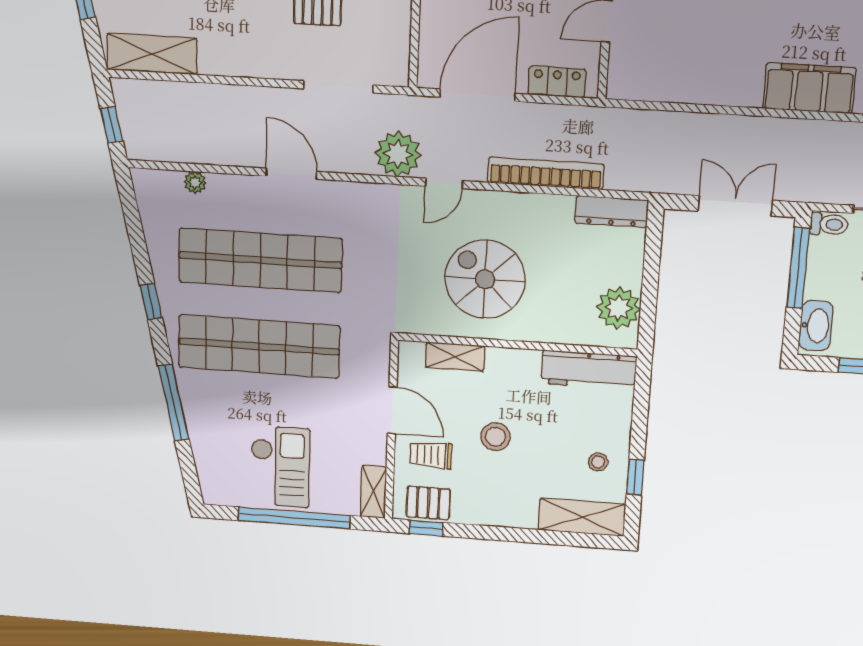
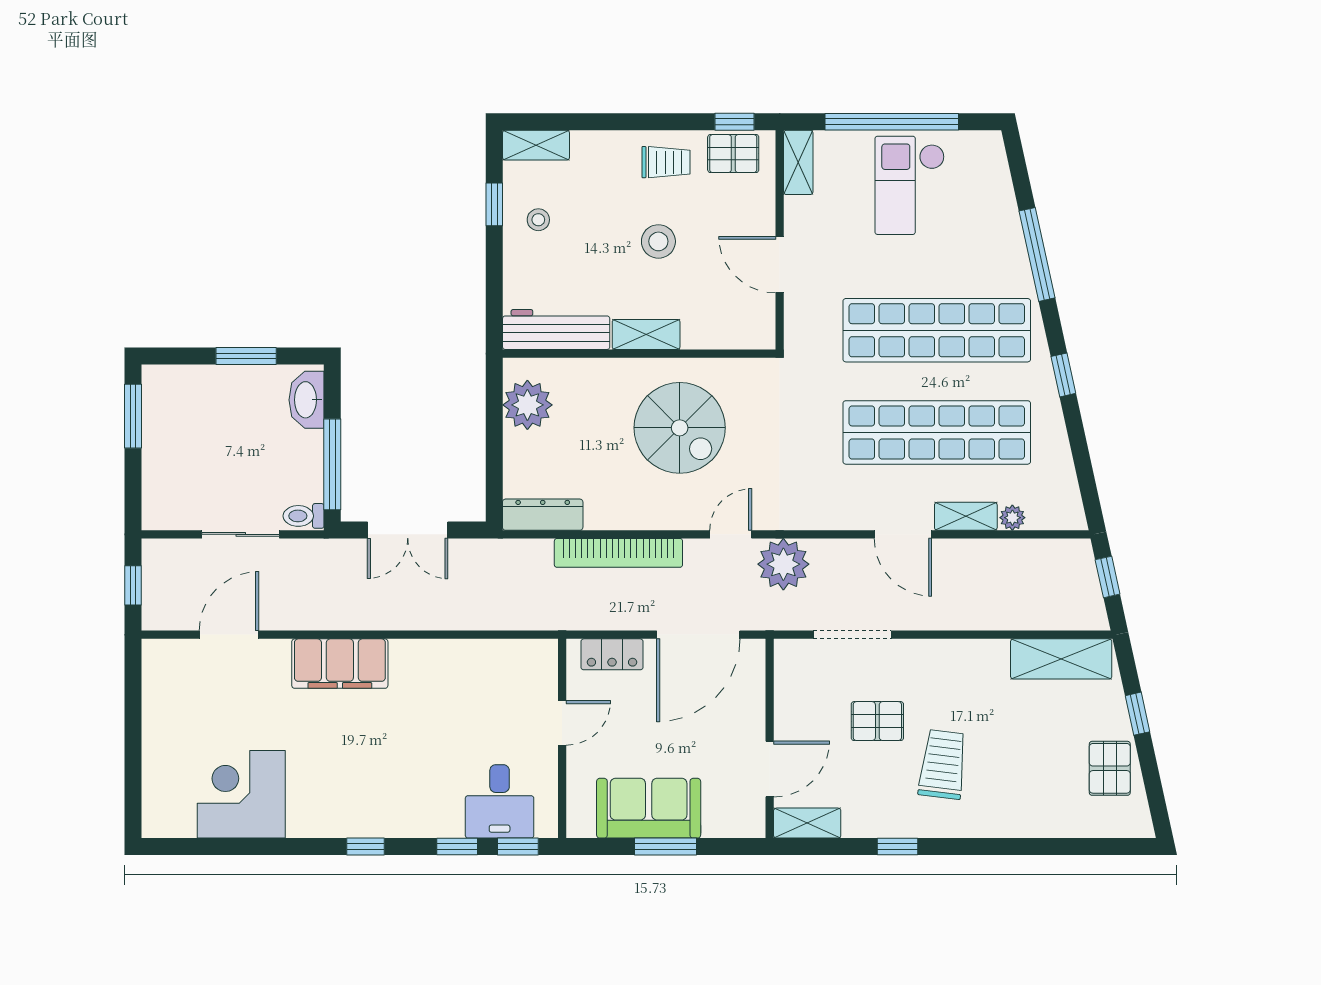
shelving: (236, 186) -> (966, 516), added
shelving: (455, 357) -> (646, 334), moved
trolley: (431, 455) -> (666, 162), moved
shelving: (582, 517) -> (536, 145), width x0.67, depth x0.75

